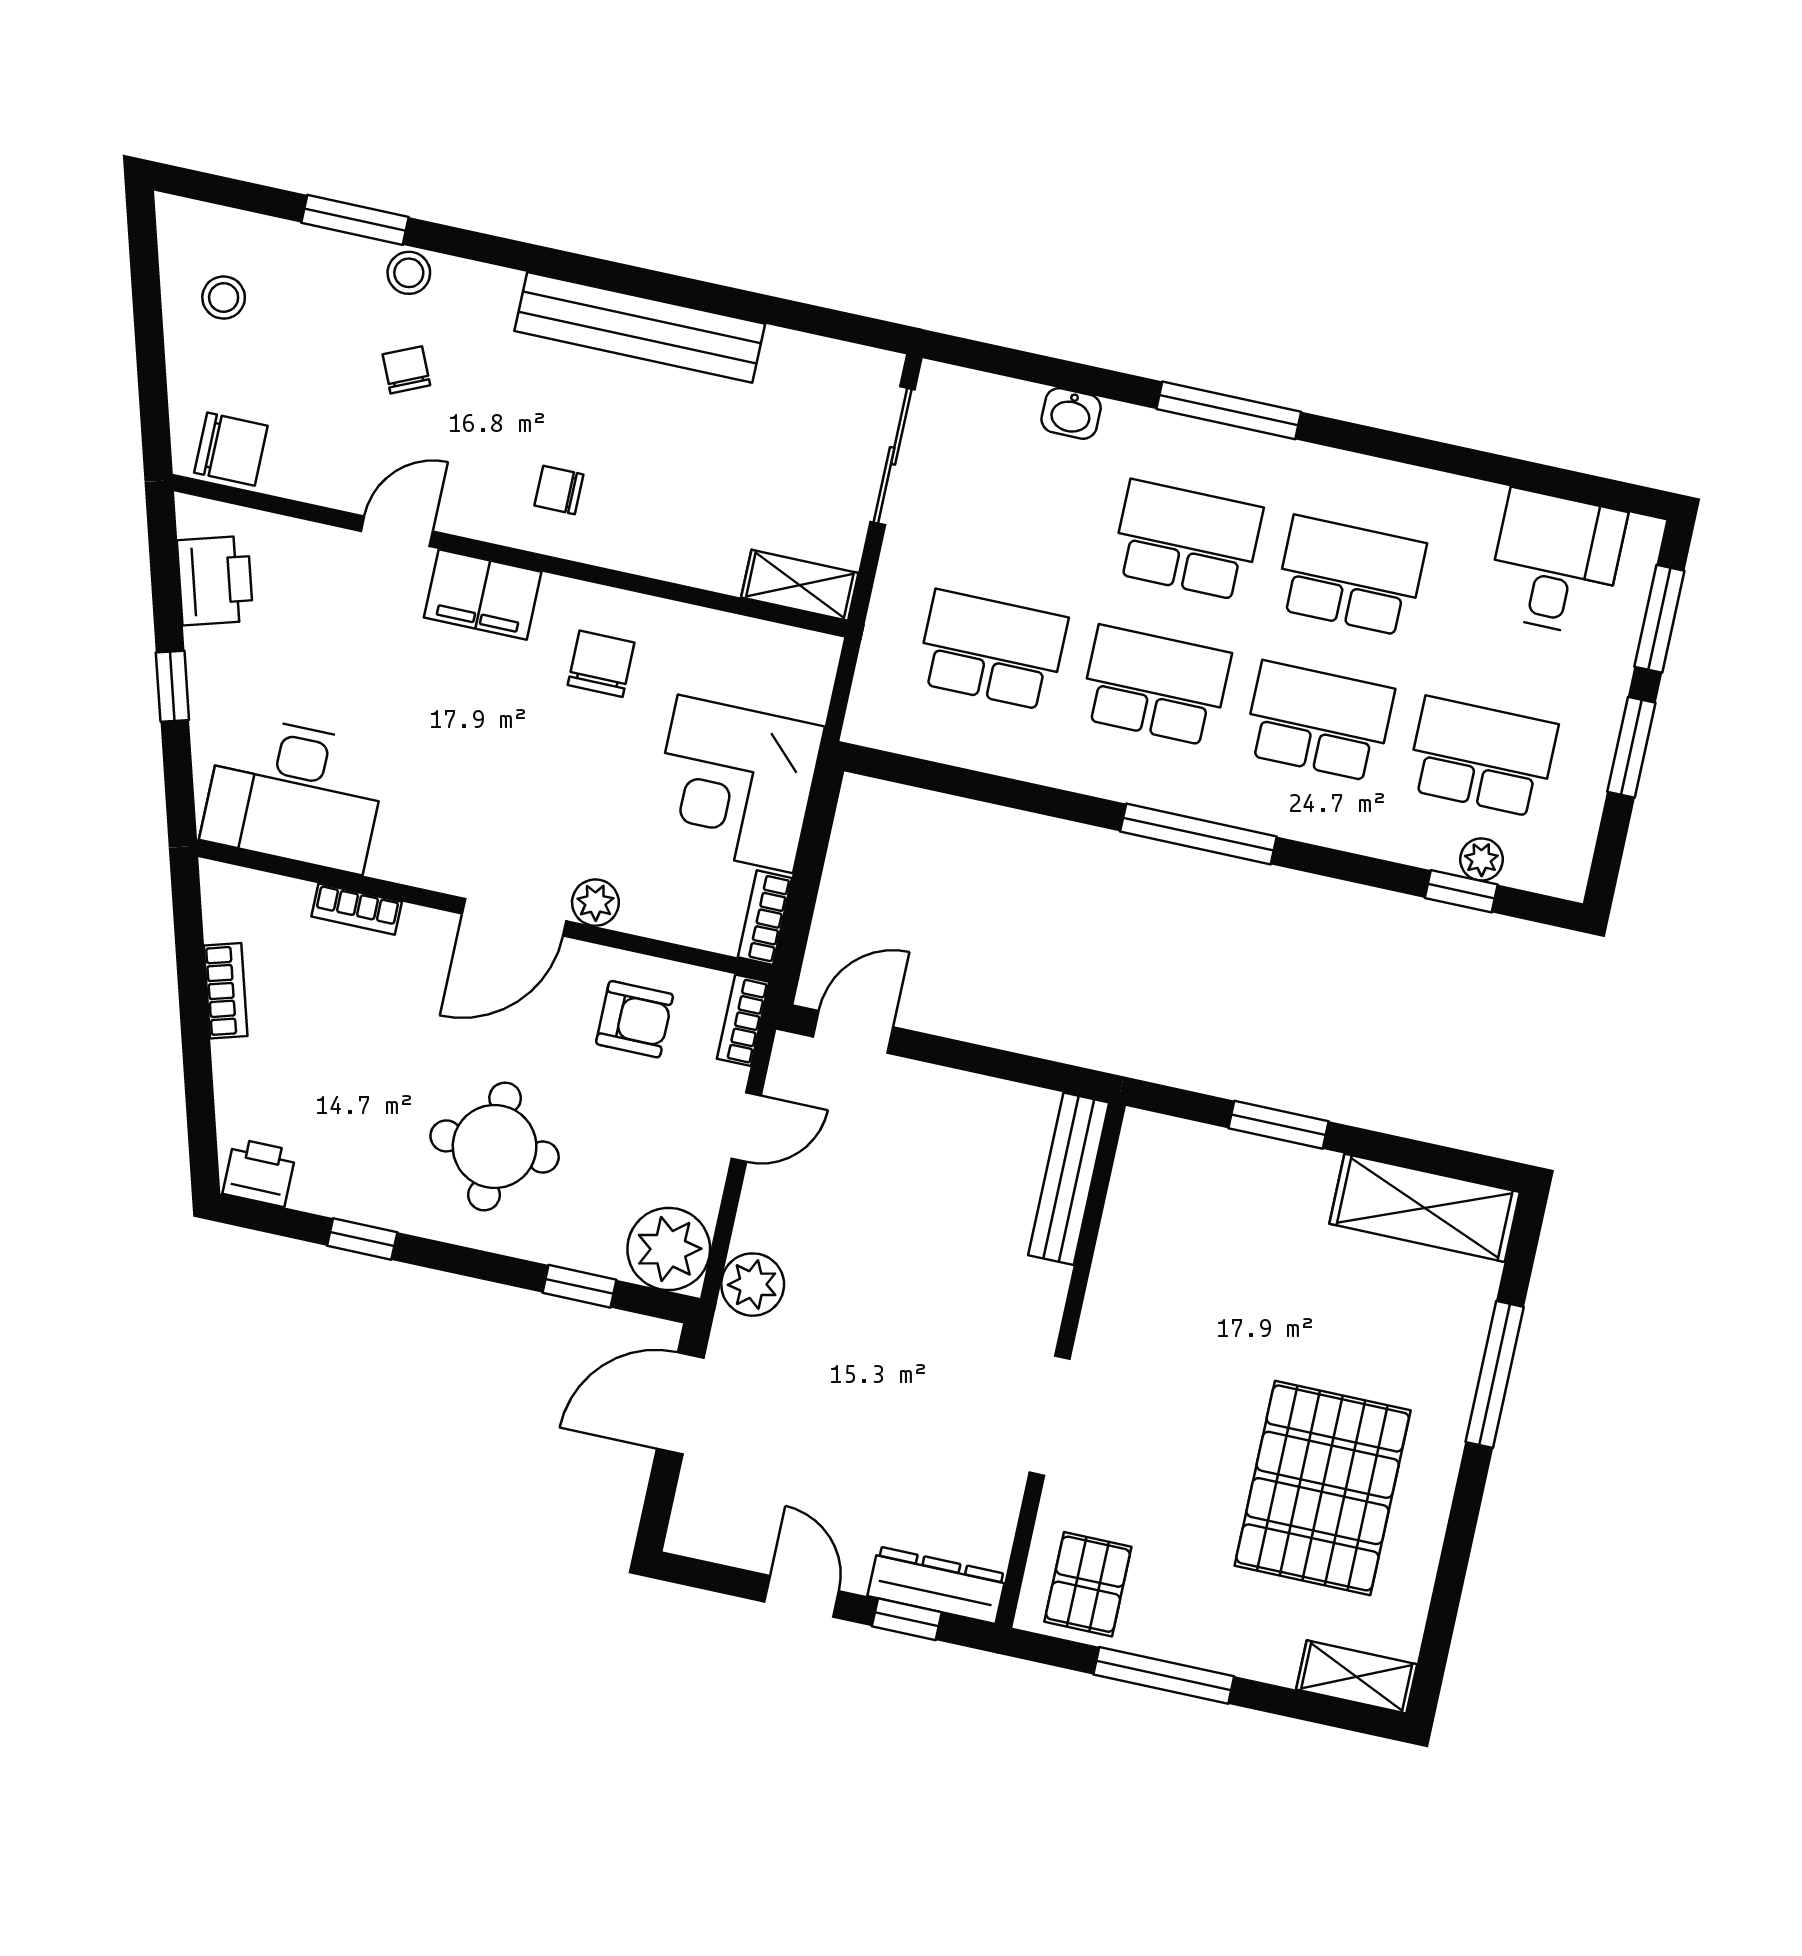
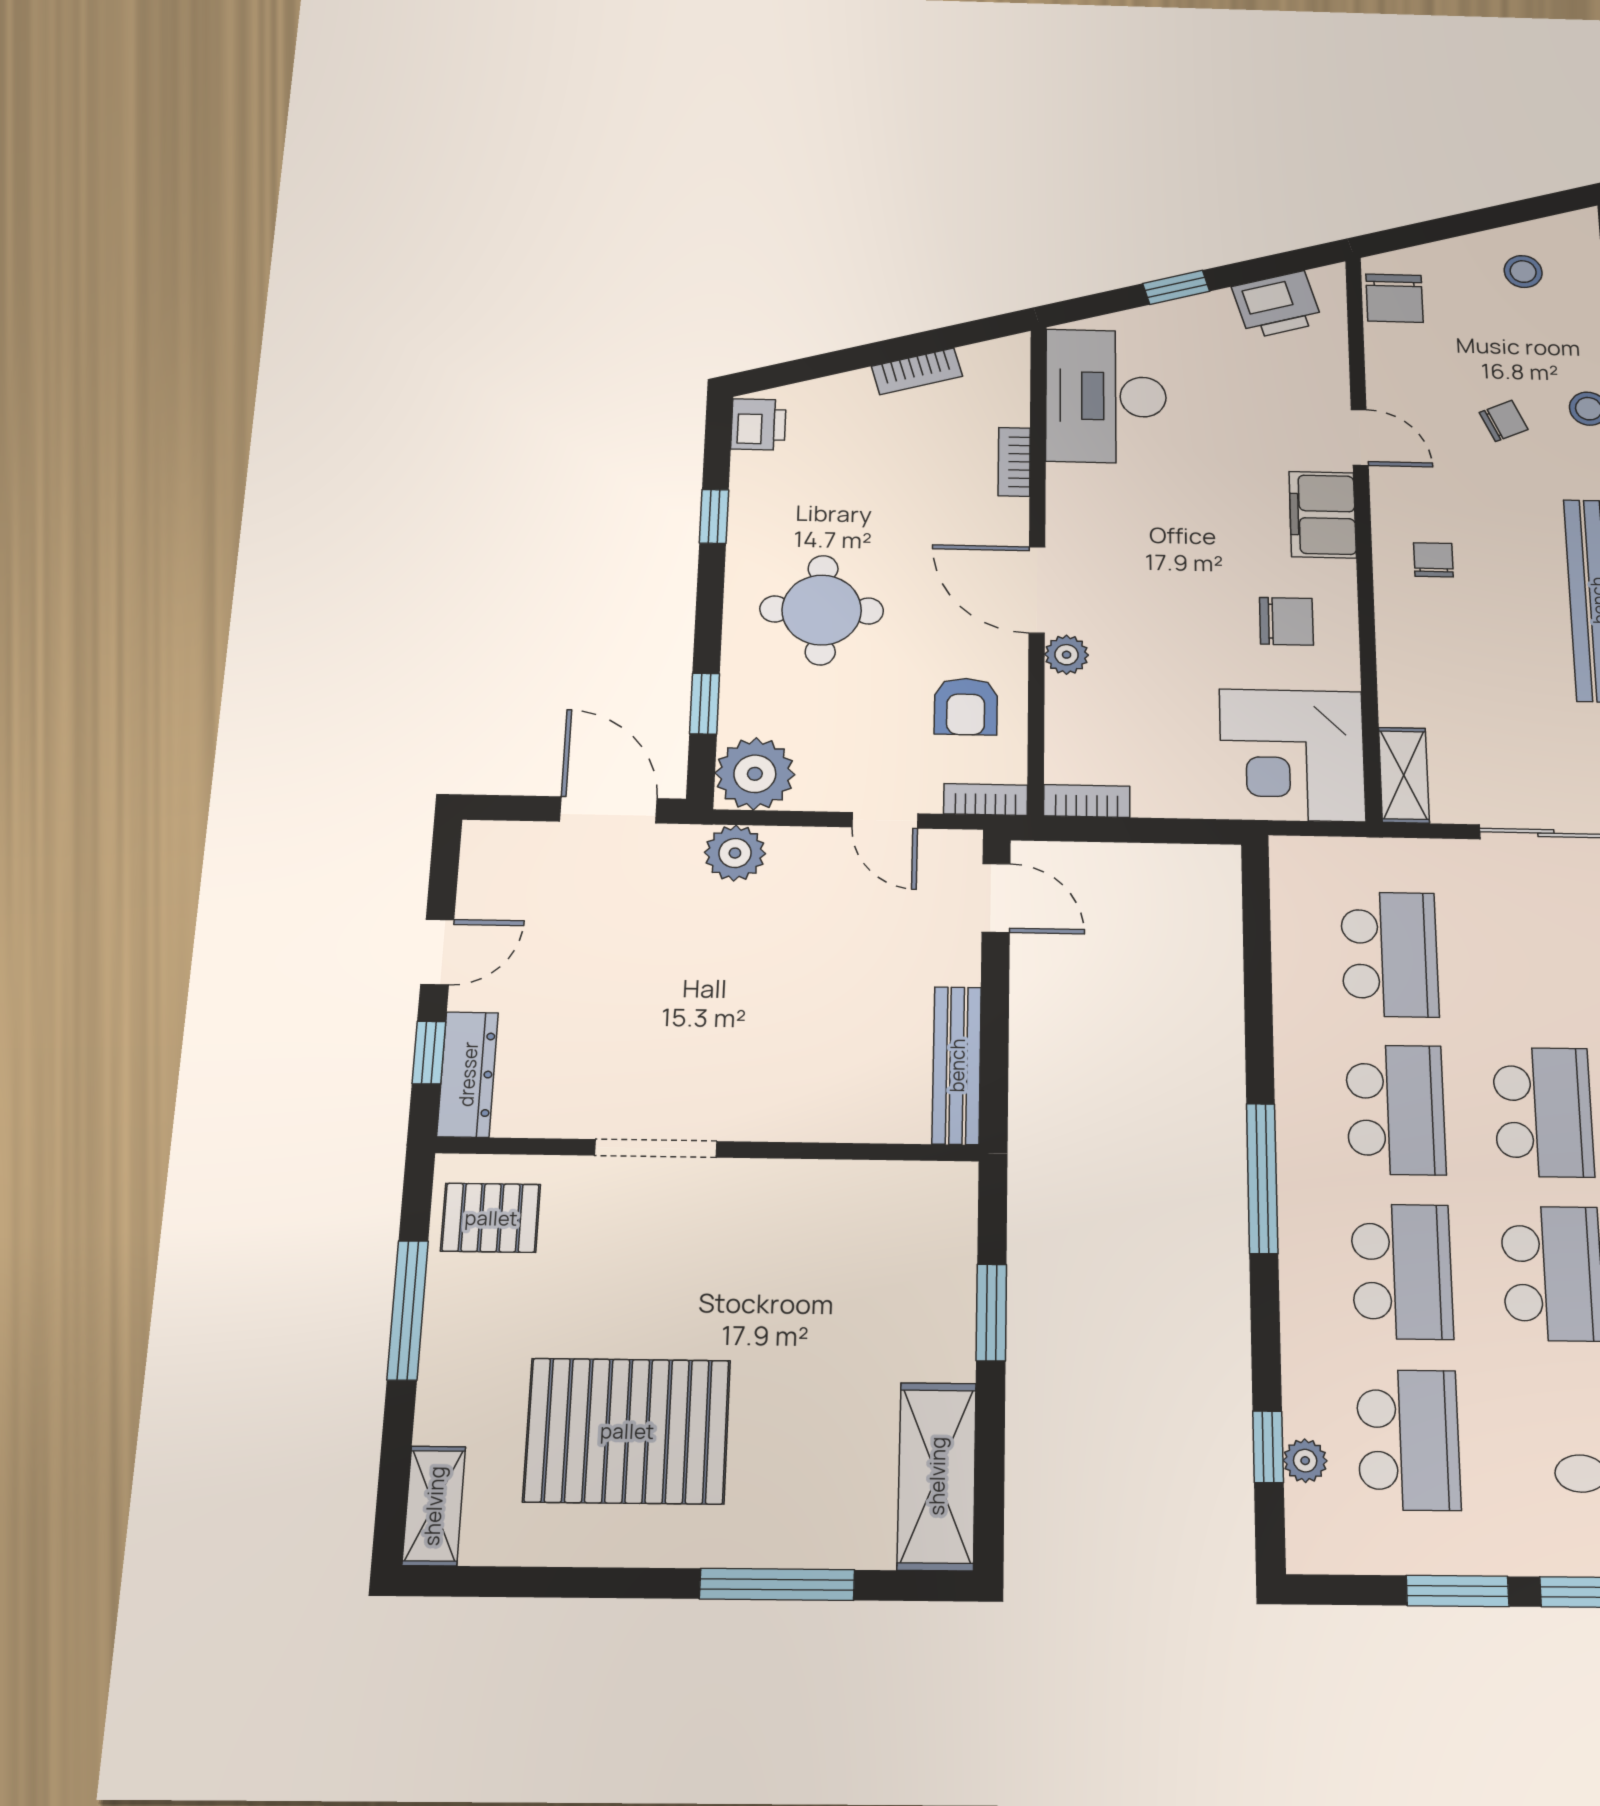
corner desk: (735, 784) -> (1292, 755), moved, turned -90
bench: (1069, 1179) -> (957, 1065), moved, turned 90

